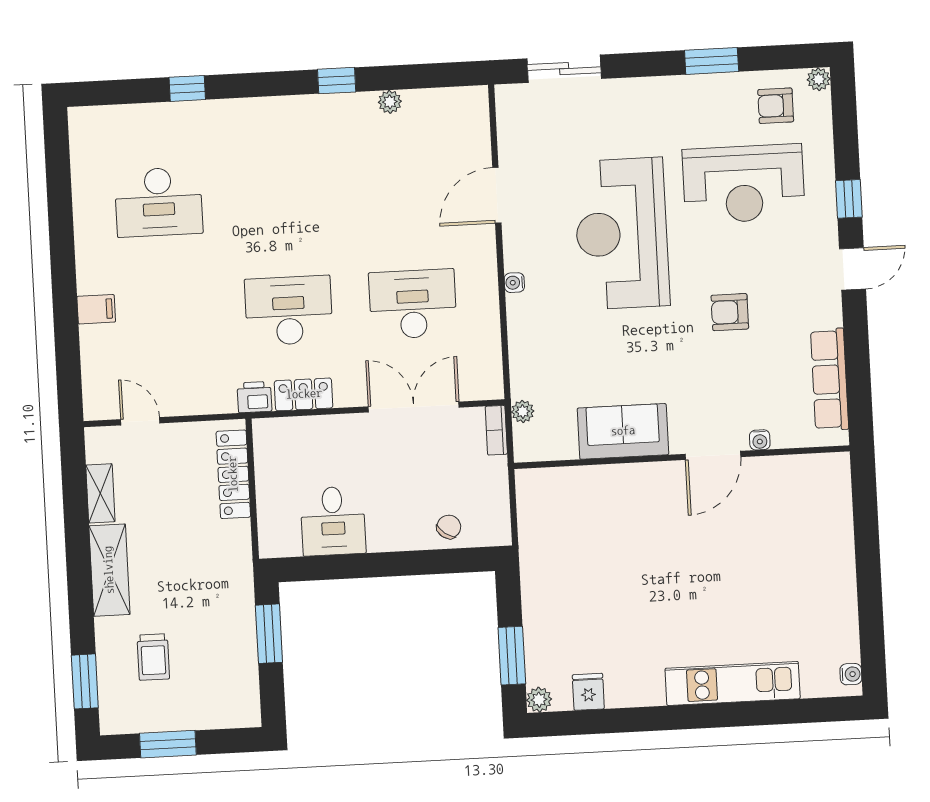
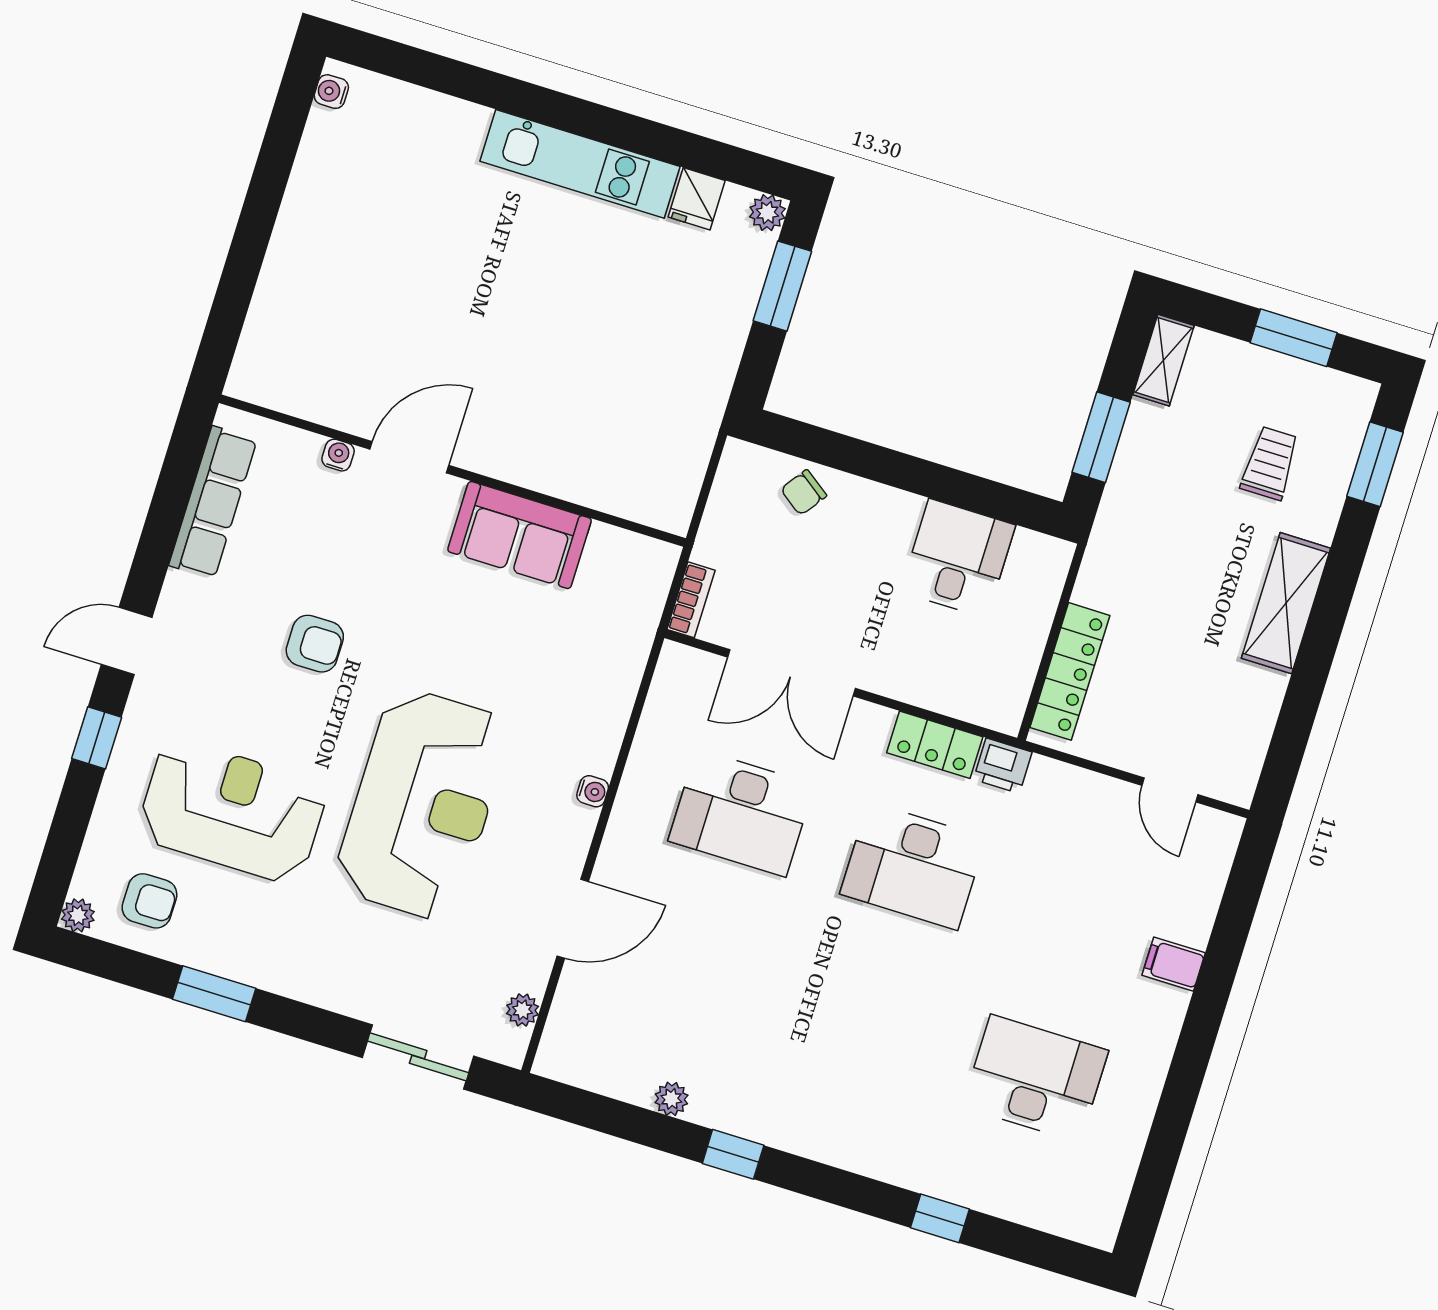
plant: (523, 411) -> (523, 1010), moved
shelving: (100, 493) -> (1163, 360), moved
kitchen unit: (733, 683) -> (580, 164), moved

